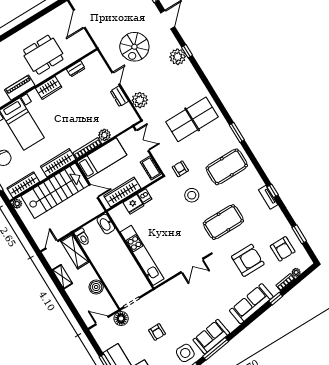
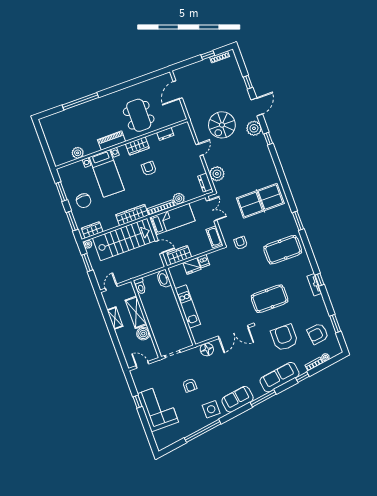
dining table: (43, 55) -> (139, 115), turned 90
plant: (178, 57) -> (254, 128), moved
dresser: (119, 96) -> (205, 182), moved
armchair: (66, 109) -> (149, 169), added
wardrobe: (23, 185) -> (92, 230), width x0.67
wardrobe: (122, 192) -> (179, 255), width x0.67
stool: (192, 195) -> (246, 269), removed
window: (21, 223) -> (87, 263), added
armchair: (283, 249) -> (318, 334), turned 83
shelving: (75, 251) -> (136, 312), moved
kitchen unit: (142, 255) -> (188, 306), width x0.73
armchair: (248, 260) -> (284, 338), turned -90
double door: (192, 265) -> (233, 332), width x1.37
floor lamp: (121, 319) -> (207, 349), moved
window: (216, 349) -> (263, 398), moved

